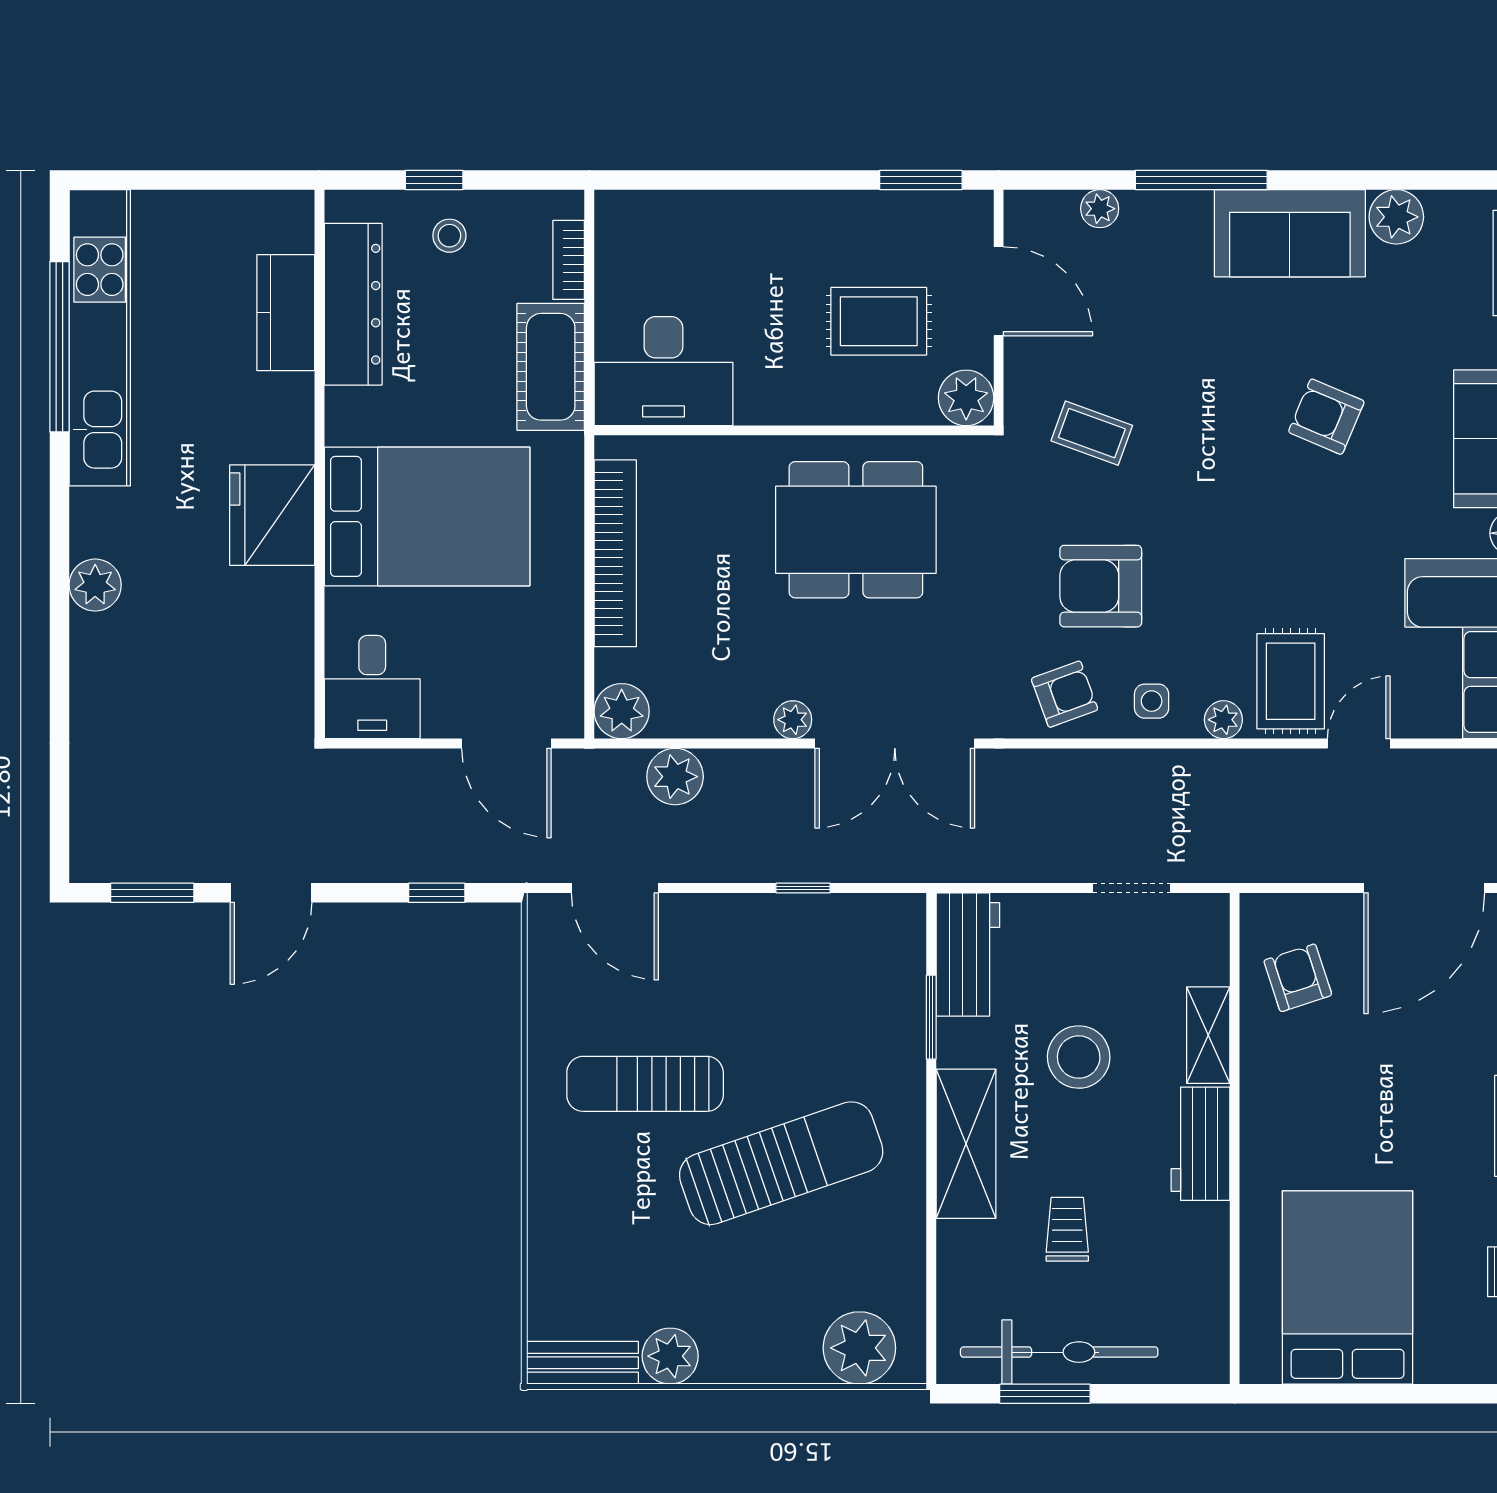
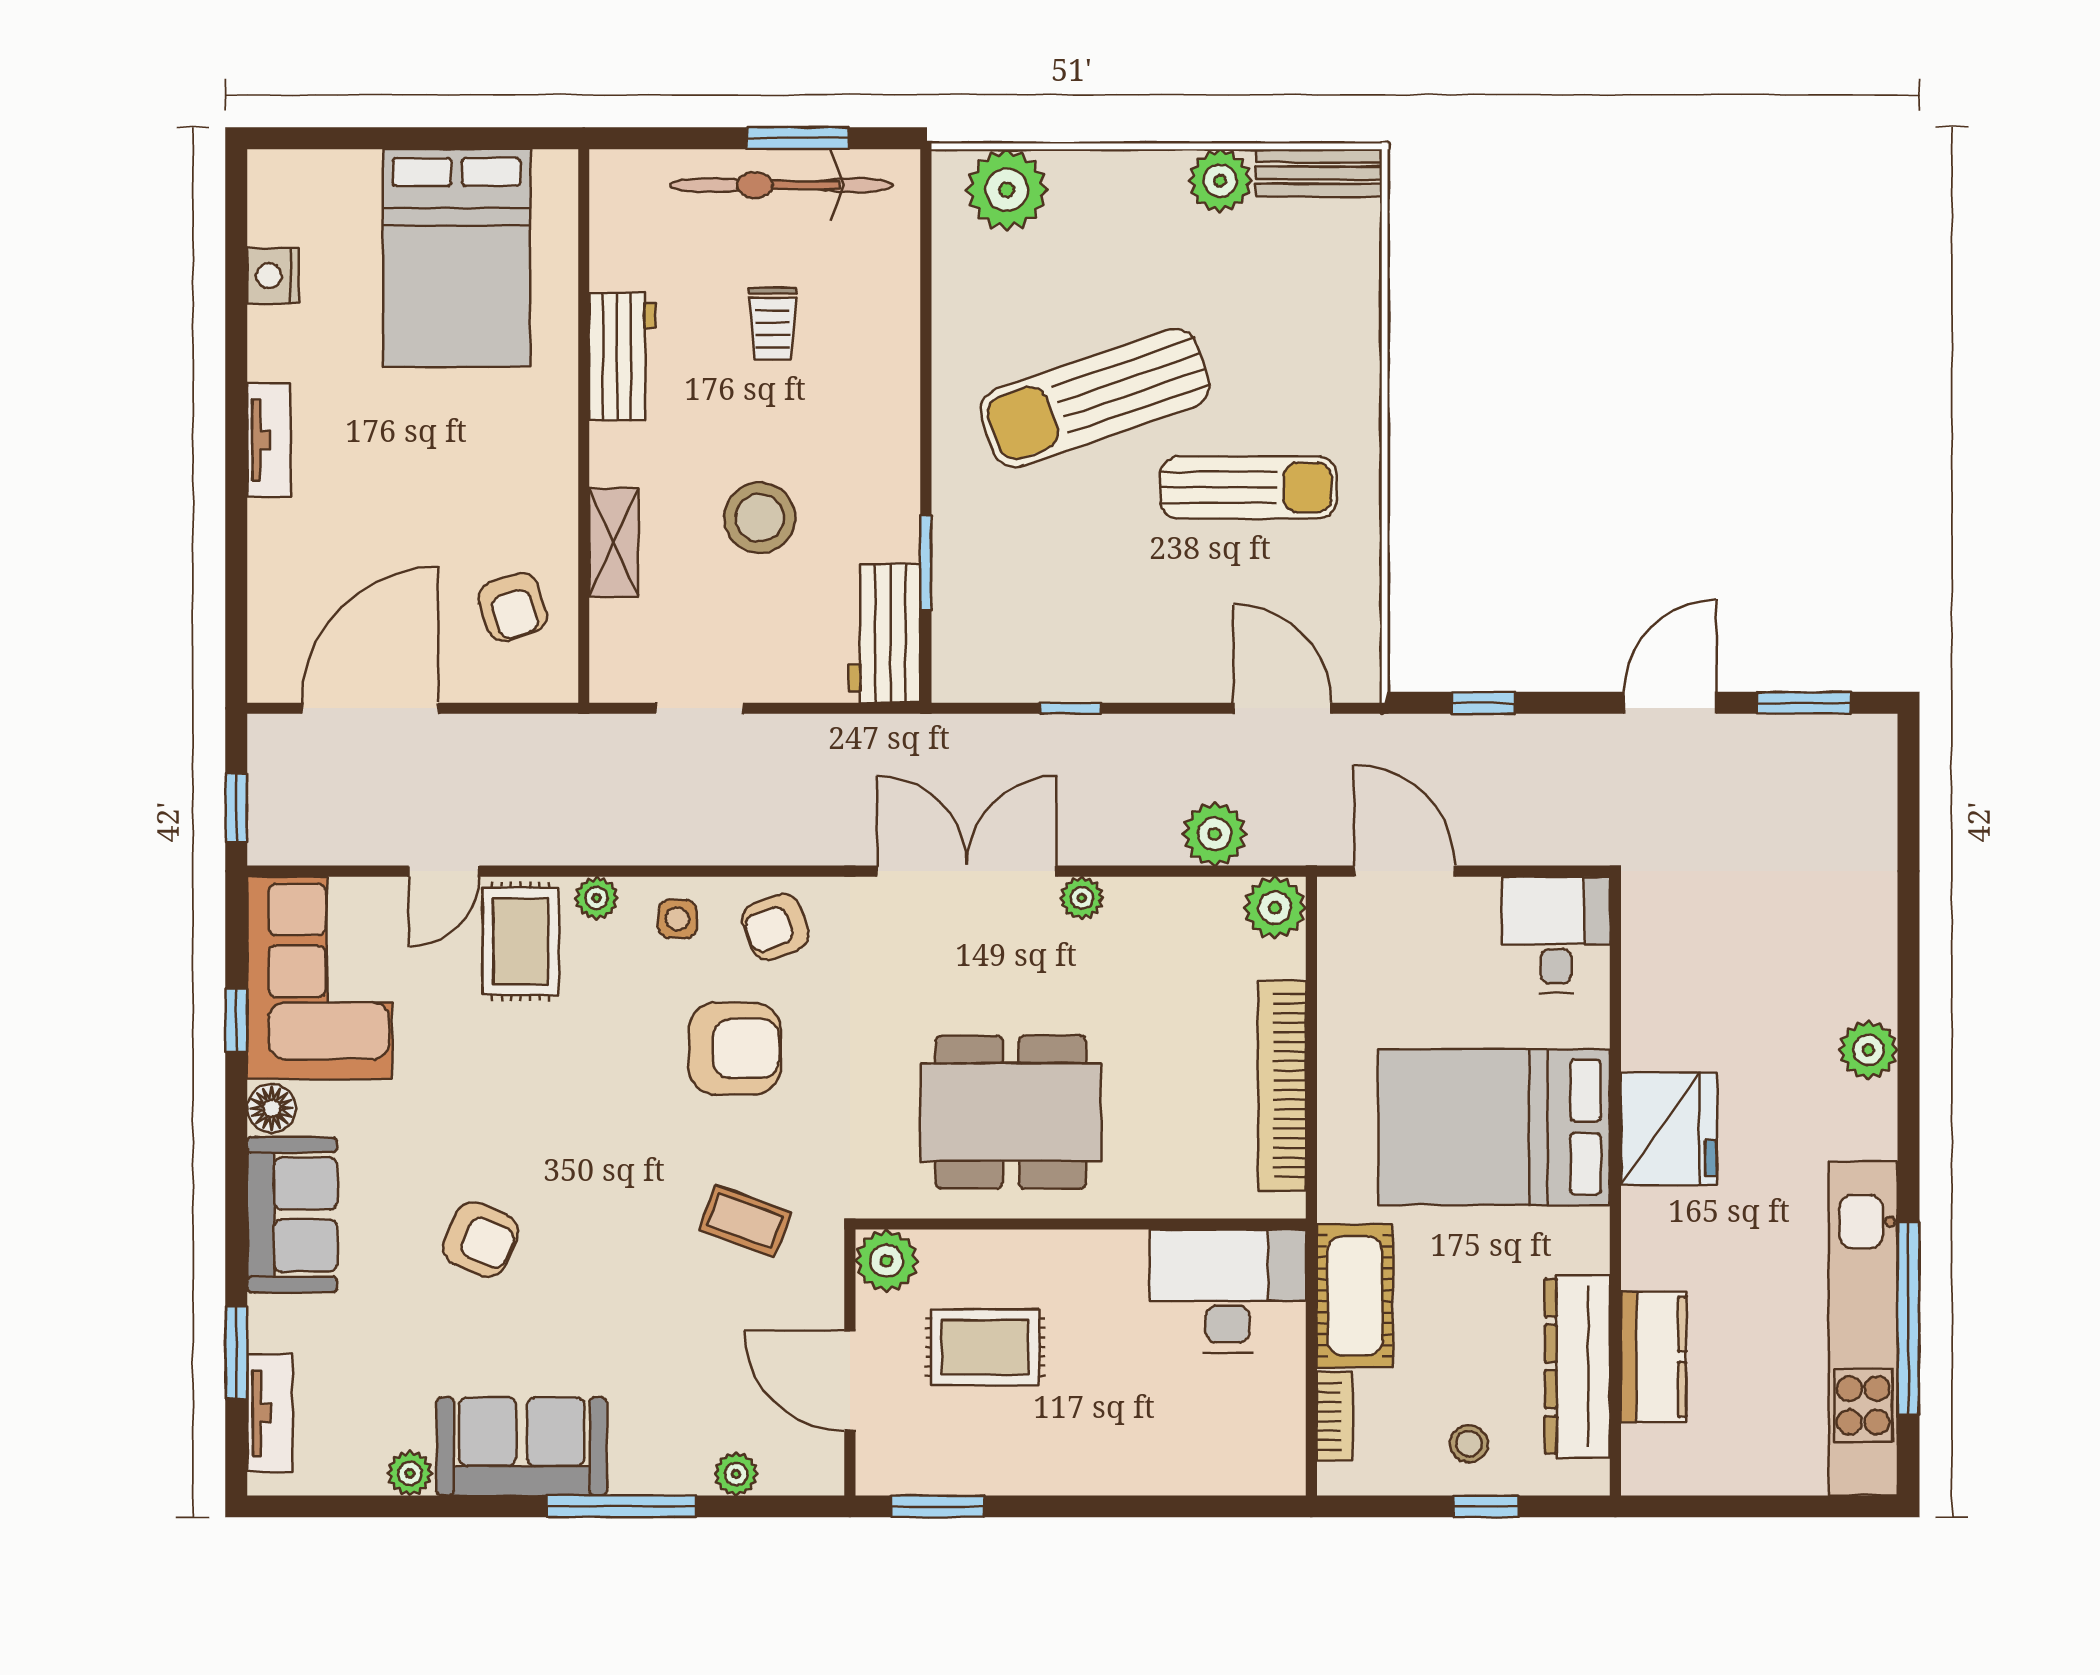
plant: (1396, 217) -> (410, 1473), width x0.73, depth x0.73
shelving: (966, 1144) -> (887, 420), removed
workbench: (1201, 1144) -> (622, 356), moved

